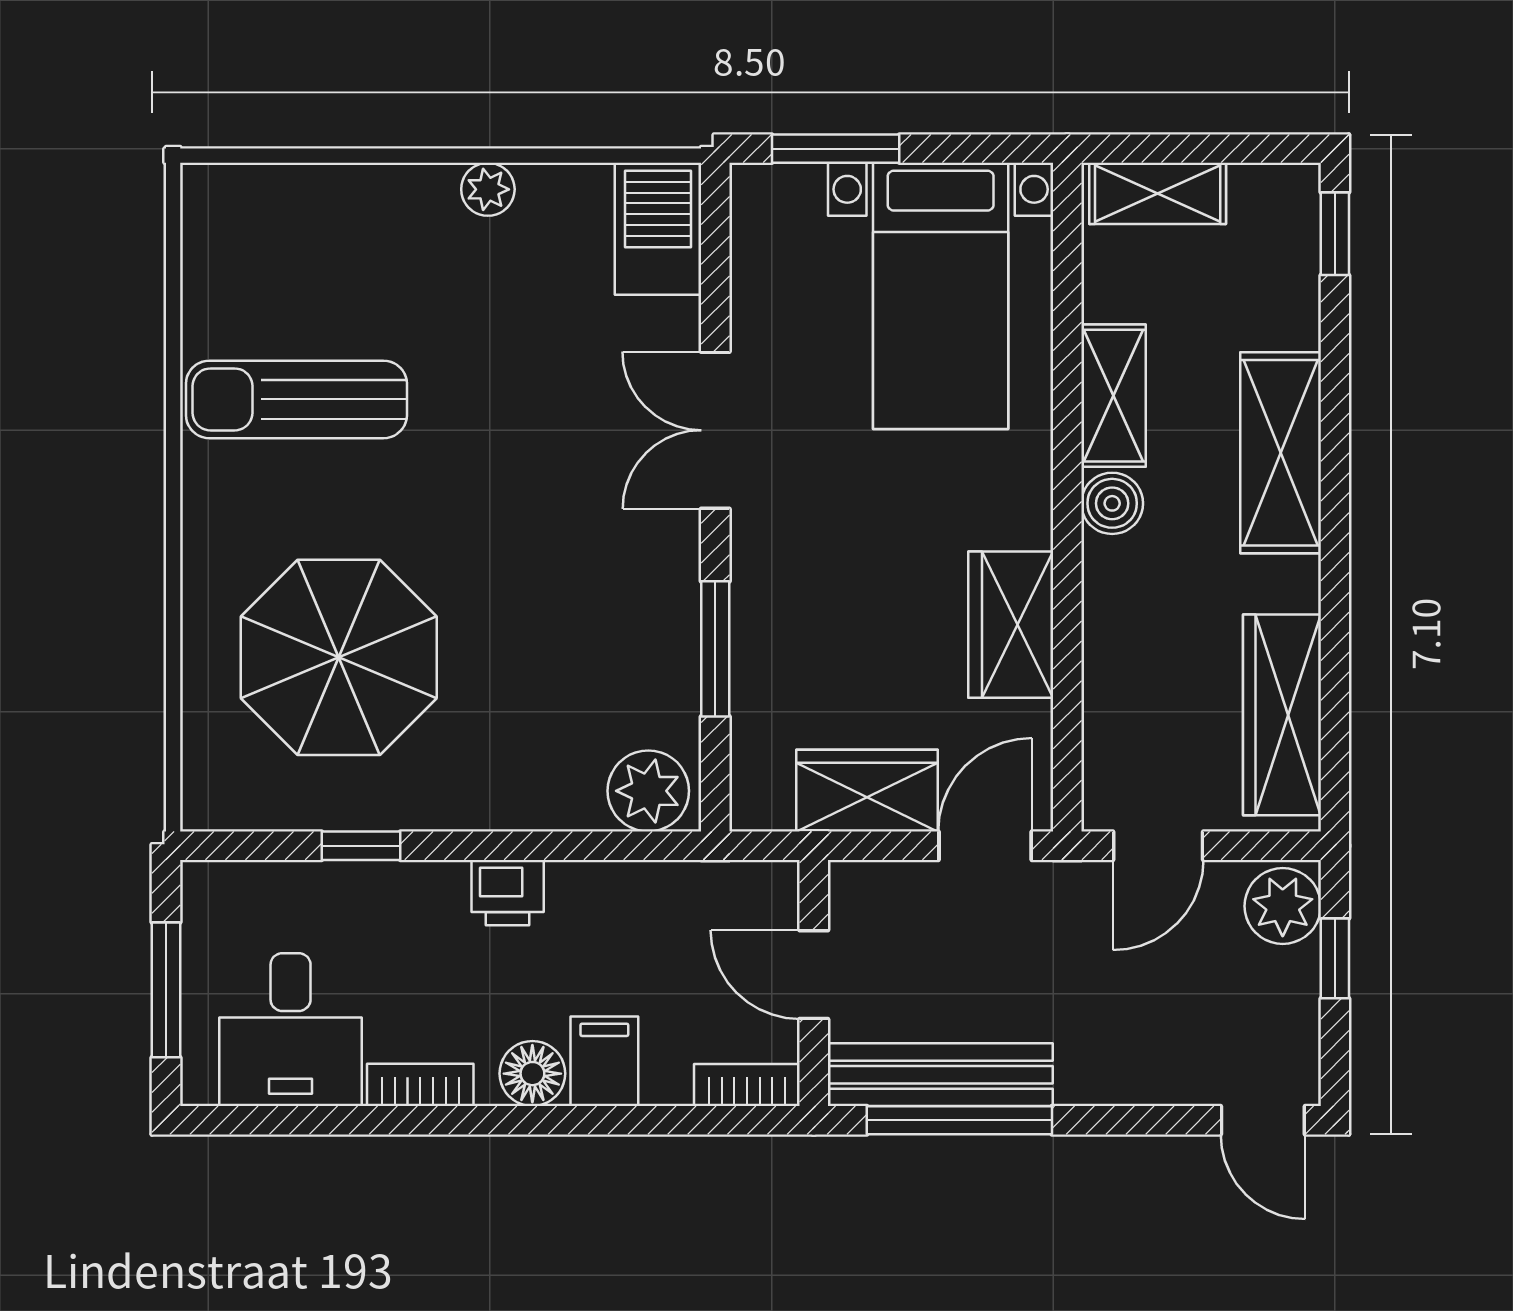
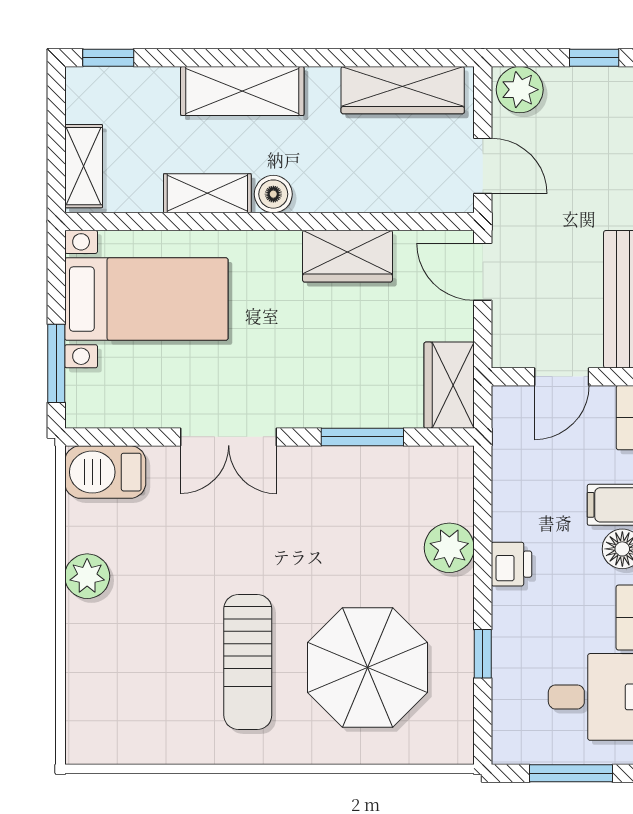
plant: (488, 189) -> (87, 576), width x1.38, depth x1.38
sun lounger: (296, 399) -> (248, 662), moved
plant: (648, 791) -> (449, 548), moved
wardrobe: (867, 791) -> (449, 385), moved
window: (1335, 958) -> (594, 58), moved

